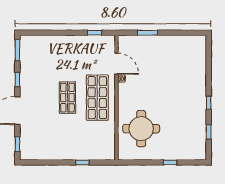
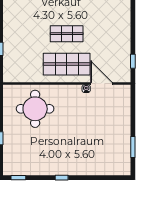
window: (147, 33) -> (133, 147), moved
door: (116, 64) -> (101, 84), swing flipped
window: (209, 132) -> (18, 178), moved

